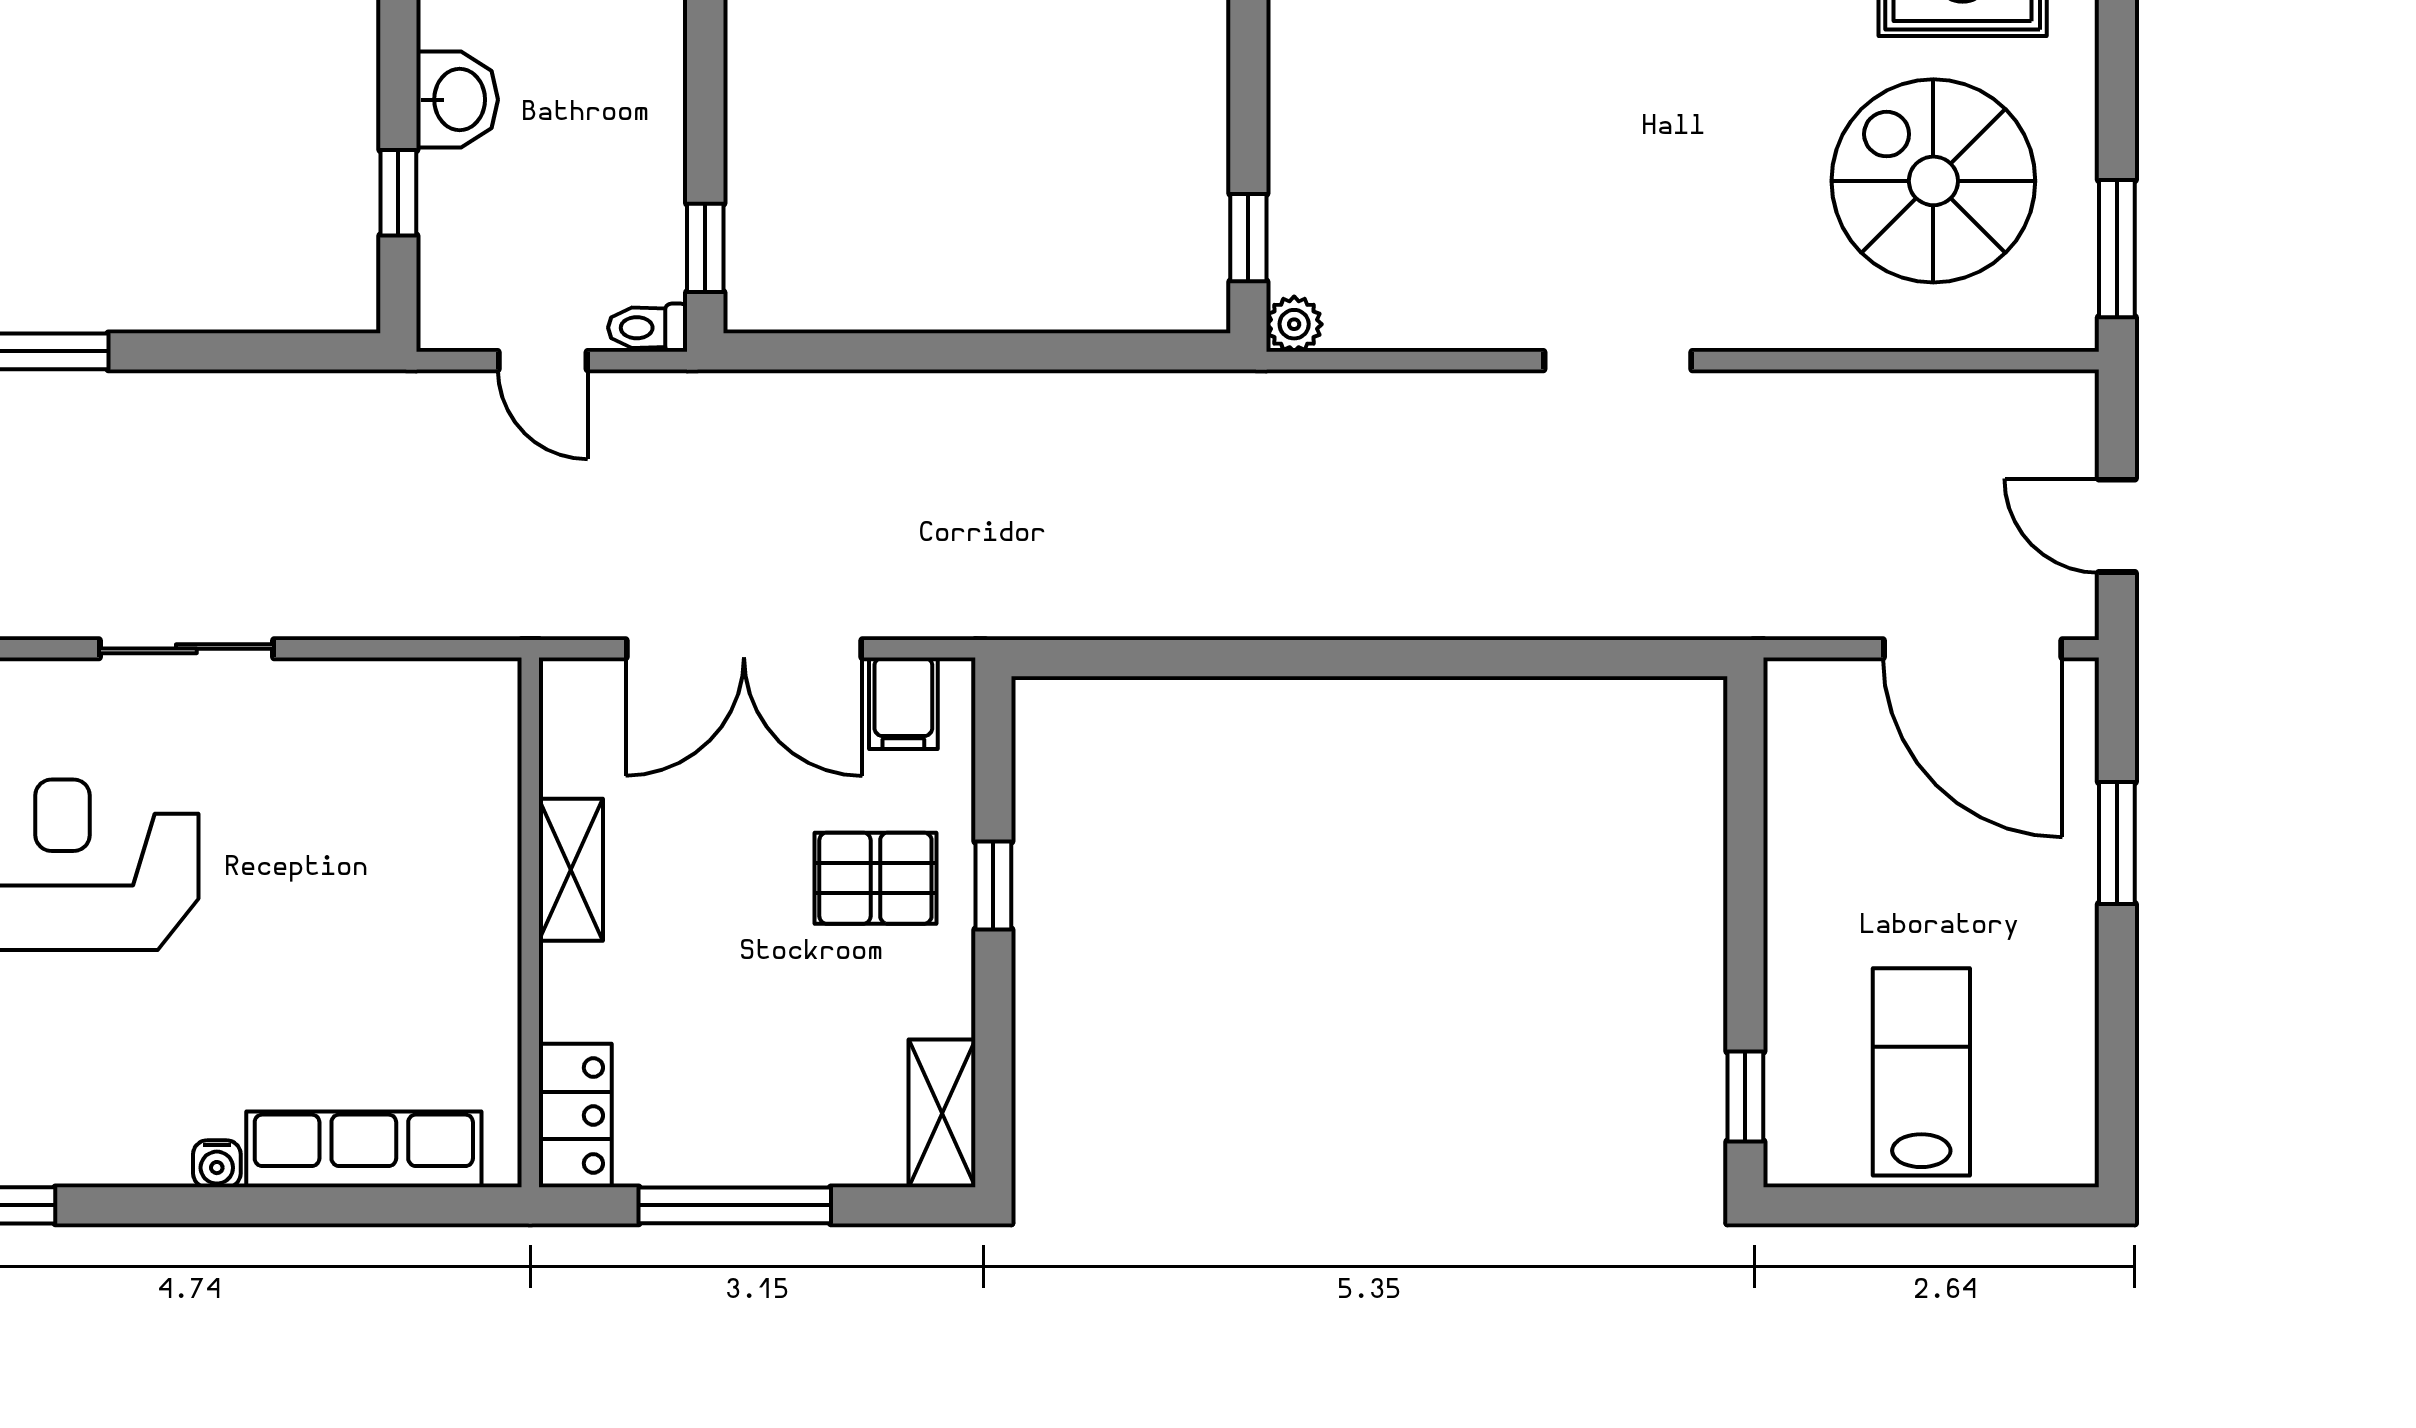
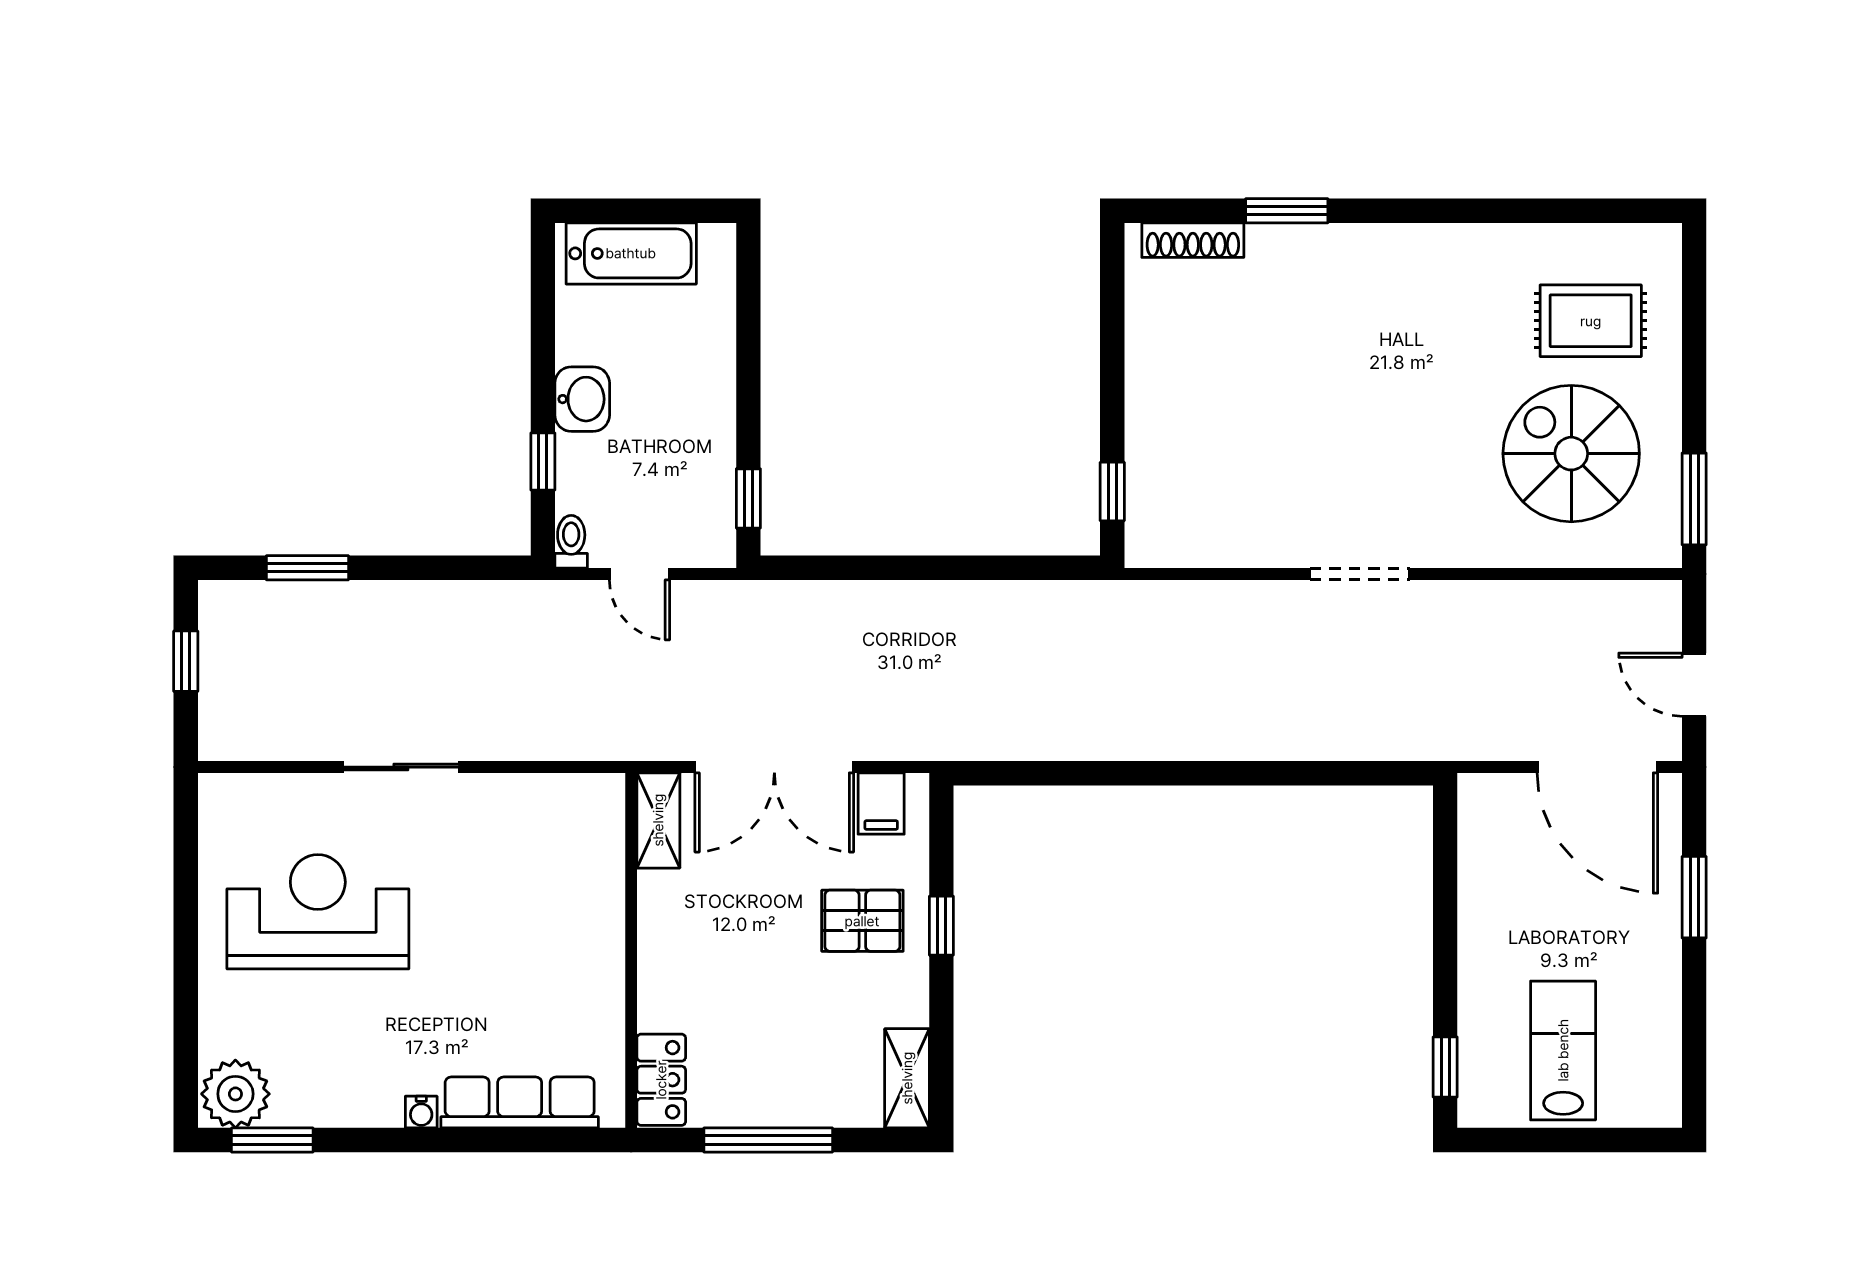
plant: (1294, 324) -> (1143, 550), removed
toilet: (648, 328) -> (571, 542), moved, turned 90
shelving: (571, 870) -> (658, 820), moved

